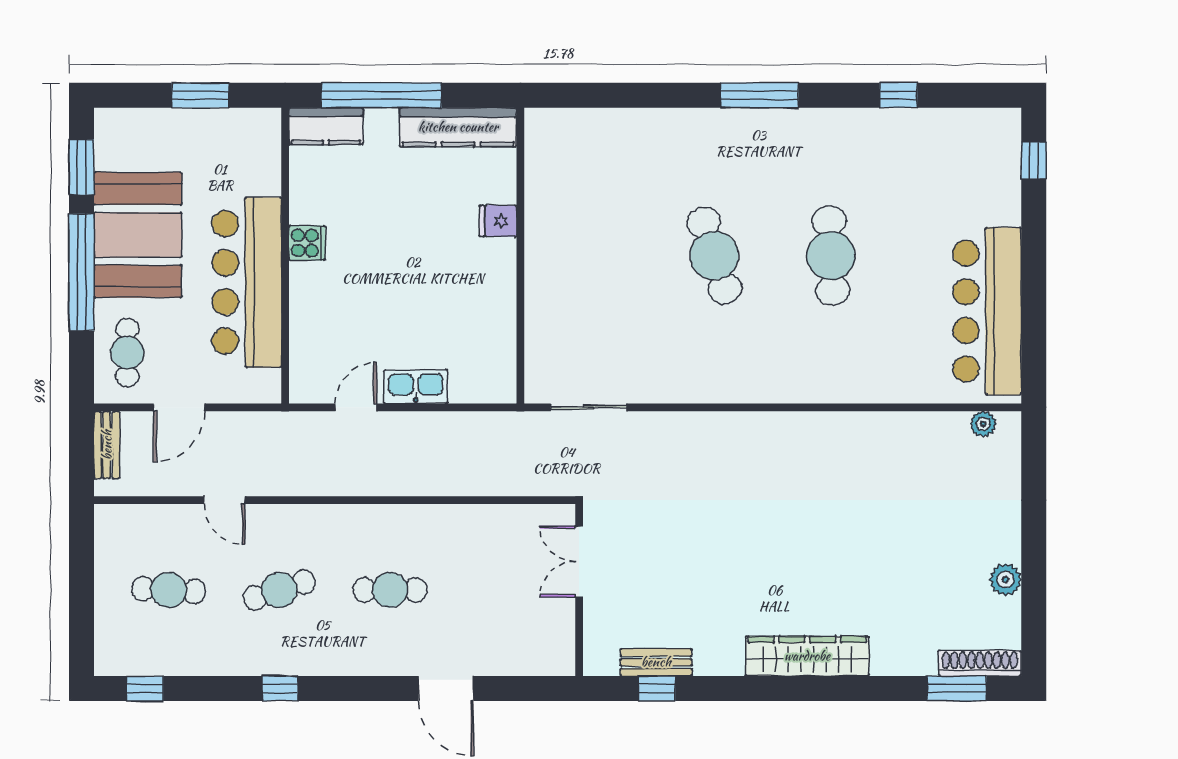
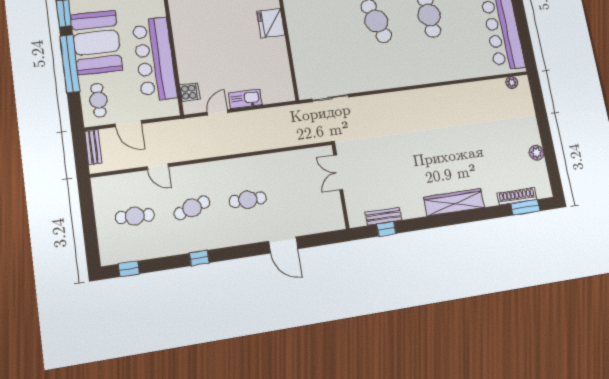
fridge: (498, 221) -> (271, 23), width x1.88, depth x1.34
cooker: (307, 243) -> (190, 92), moved
door: (179, 407) -> (128, 124), hinge flipped
shoe rack: (980, 663) -> (517, 196), moved

